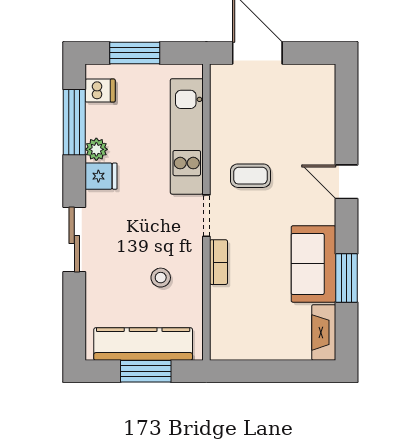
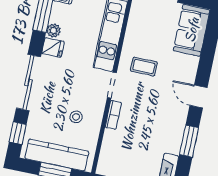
door: (346, 182) -> (198, 97), moved
sliding door: (74, 239) -> (28, 83), width x1.37
sofa: (313, 264) -> (192, 30), moved
window: (74, 323) -> (18, 133), added

